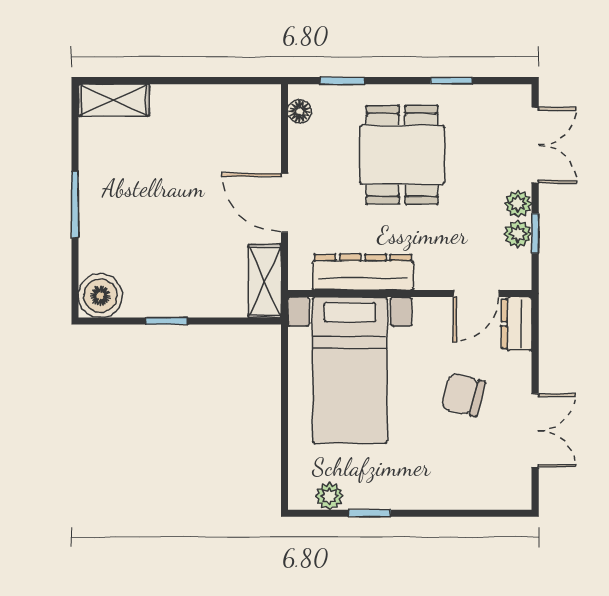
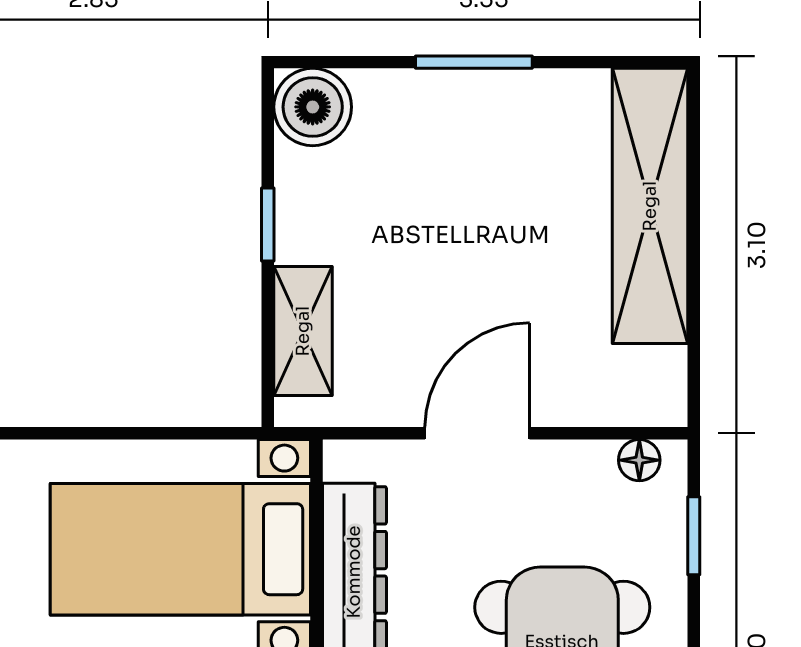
shelving: (114, 100) -> (650, 206), width x2.20, depth x1.33
shelving: (265, 281) -> (303, 331), moved, turned 90

